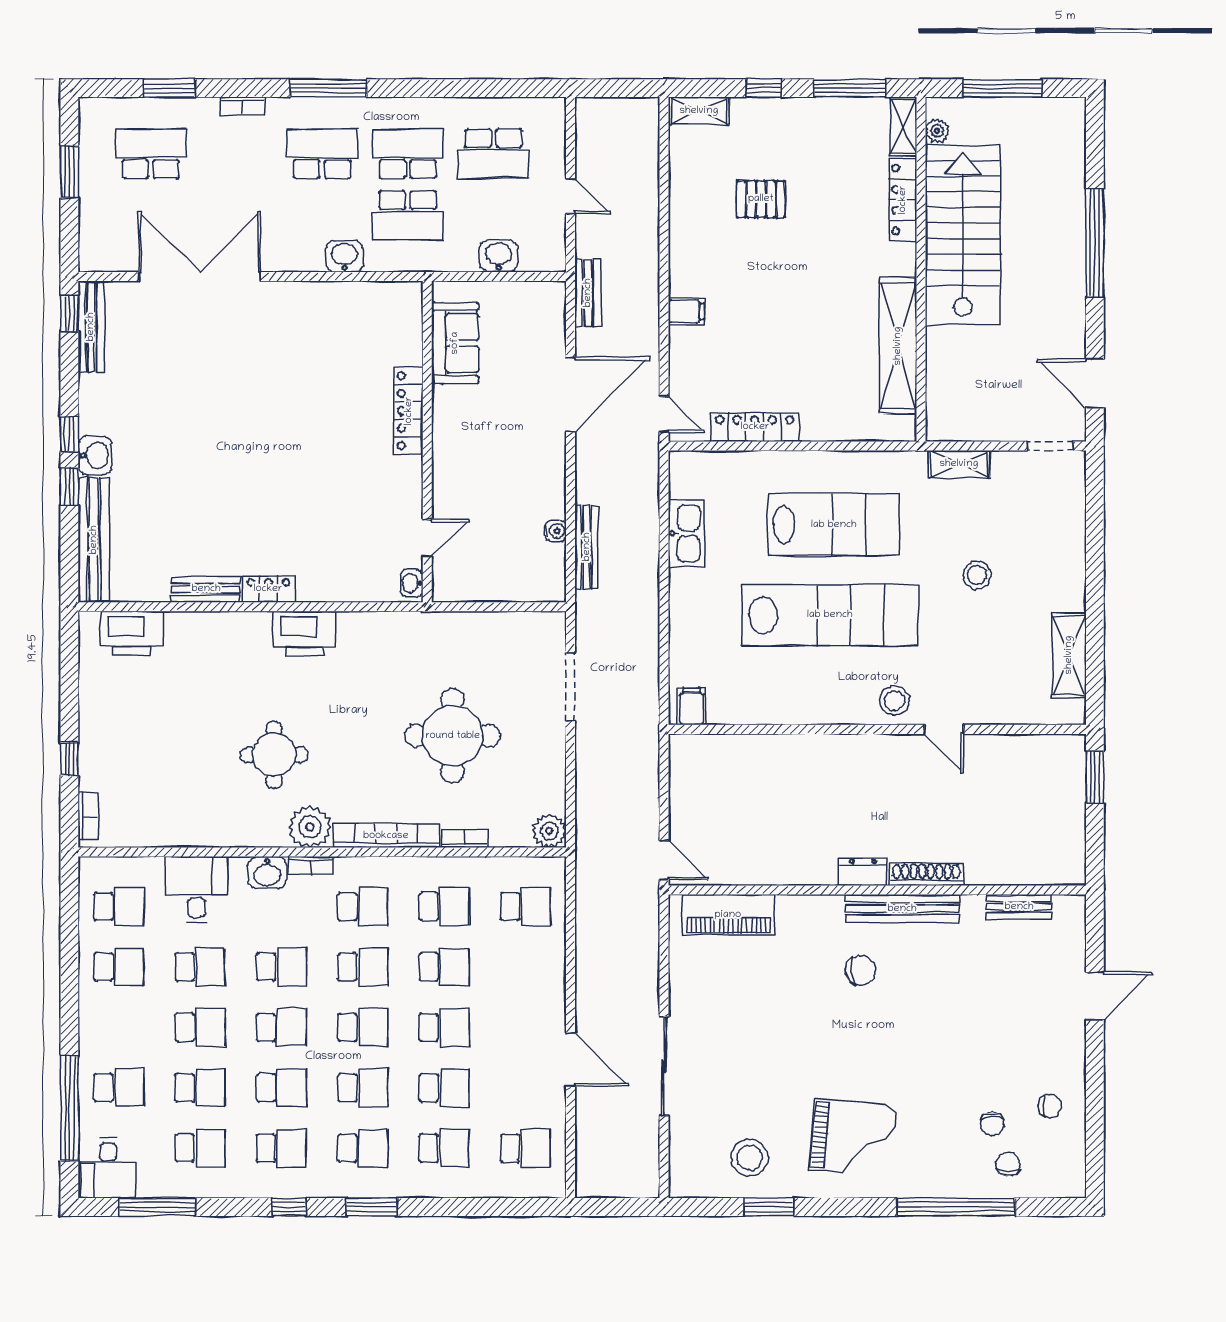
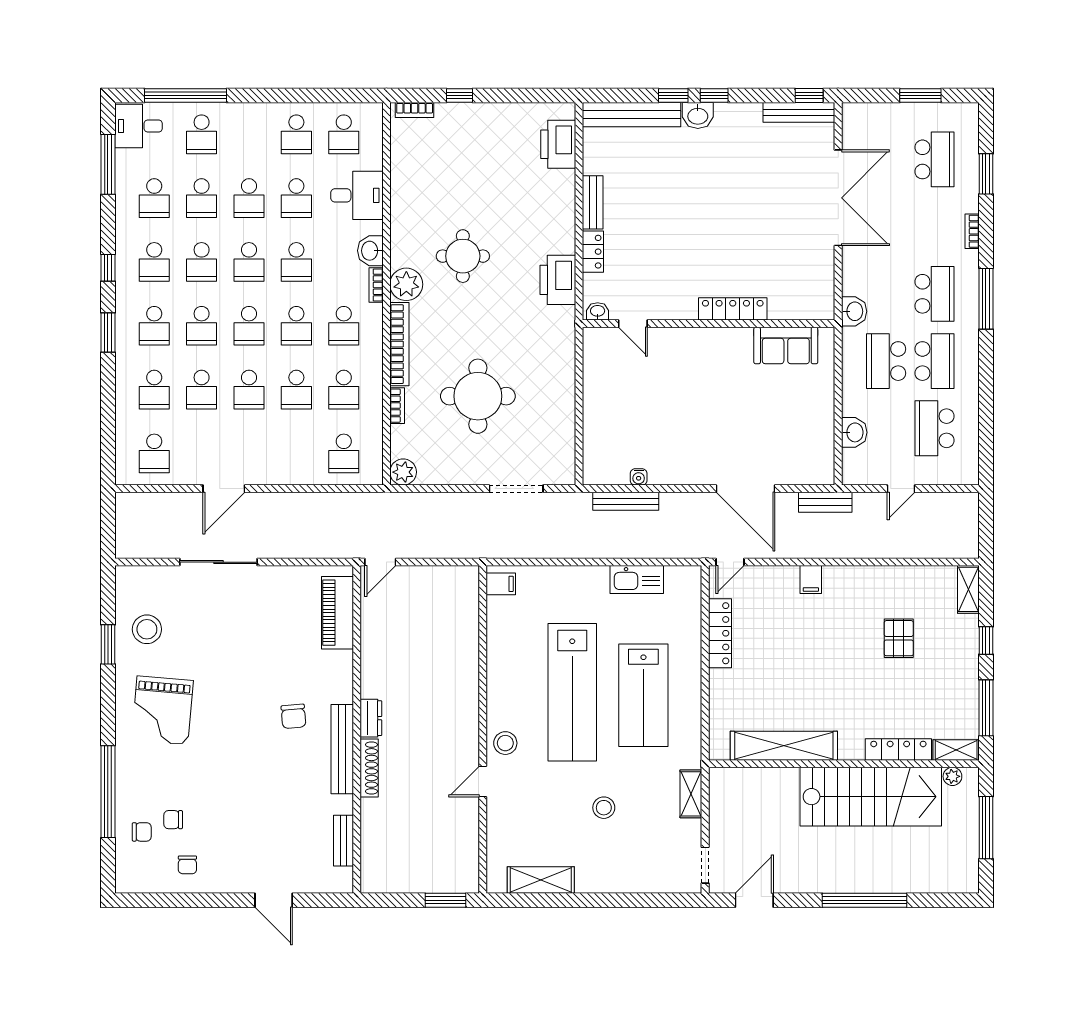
sofa: (455, 343) -> (786, 345), moved
locker: (409, 411) -> (733, 309), moved
wall: (427, 442) -> (709, 324), moved
door: (427, 538) -> (633, 324), moved
washbasin: (412, 583) -> (598, 311), moved

